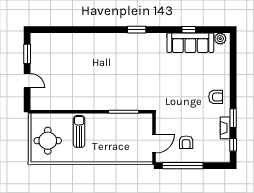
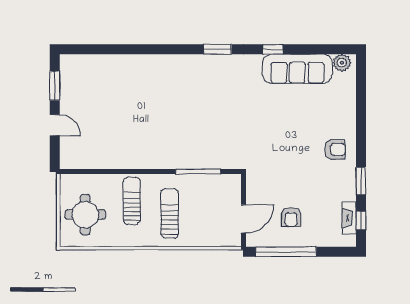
window: (189, 30) -> (273, 49), moved
fireplace: (225, 128) -> (349, 218), moved
sun lounger: (104, 140) -> (170, 213), added

